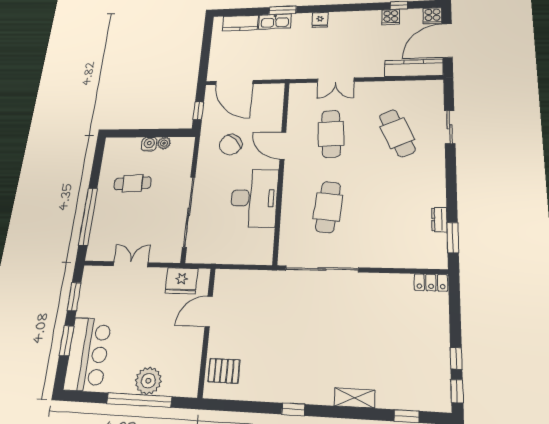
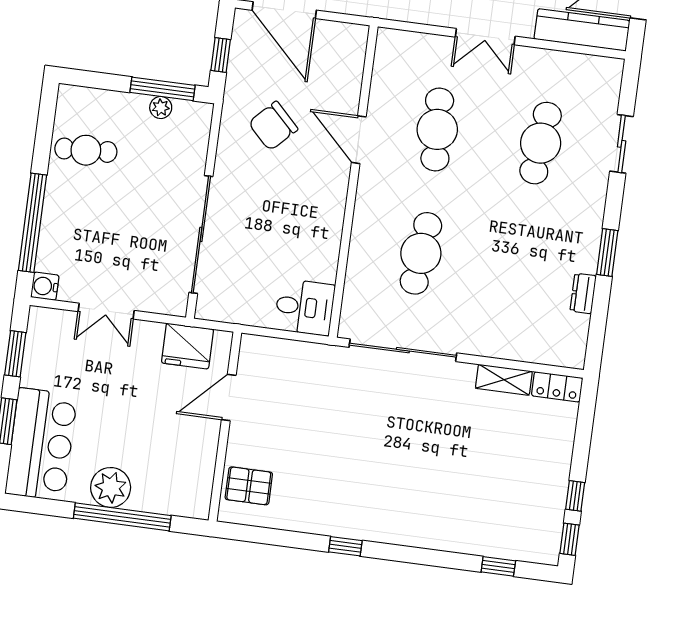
double door: (336, 80) -> (485, 37), moved
window: (165, 133) -> (163, 89), added
cafe table: (397, 133) -> (541, 143), turned 30
water cooler: (149, 144) -> (45, 286), moved, turned -90
cafe table: (133, 183) -> (86, 150), moved
desk: (254, 198) -> (305, 307), moved, width x0.53, depth x0.77
window: (453, 238) -> (607, 252), moved
double door: (131, 264) -> (106, 311), swing flipped
plant: (148, 381) -> (111, 487), moved
shelving: (355, 398) -> (504, 380), moved

